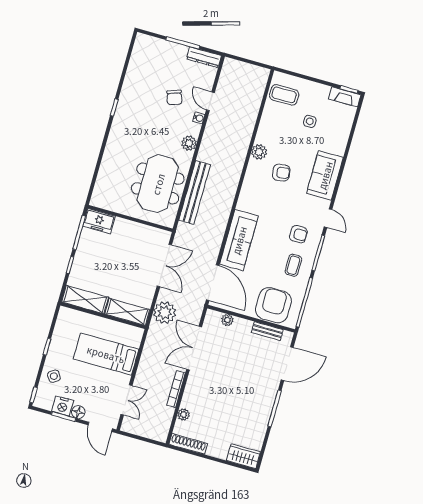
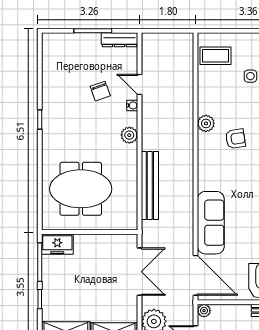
meeting table: (158, 184) -> (81, 189), moved, turned 90
plant: (227, 320) -> (204, 311), moved

